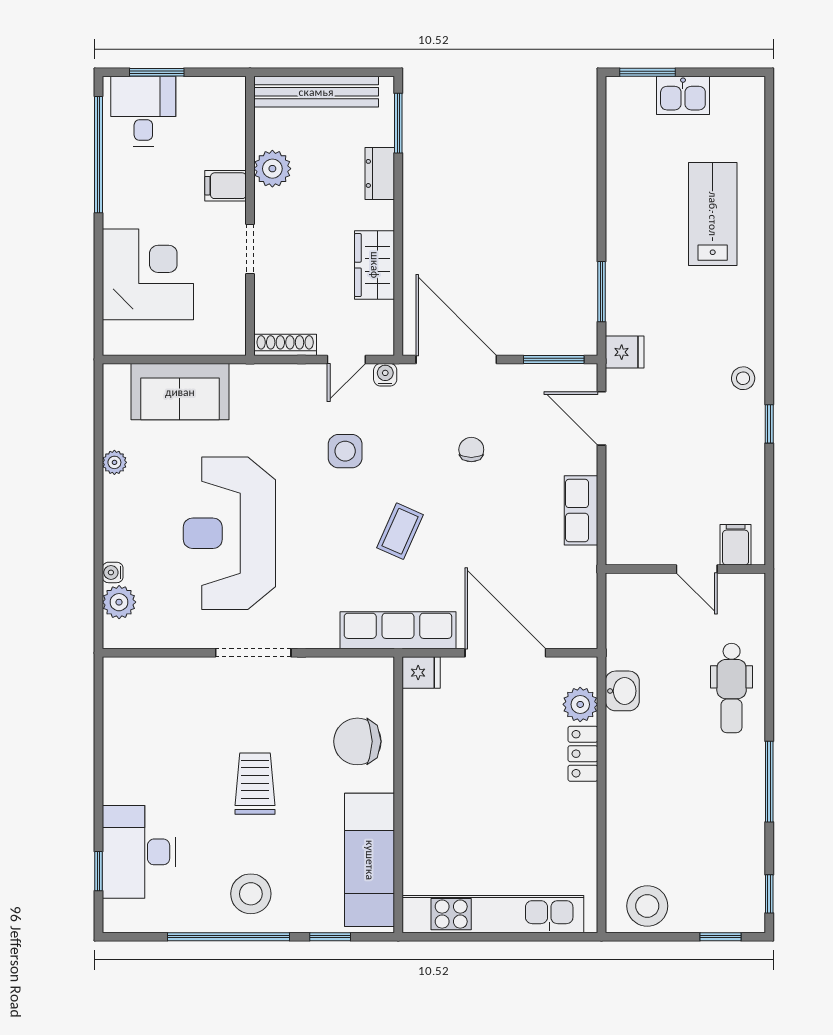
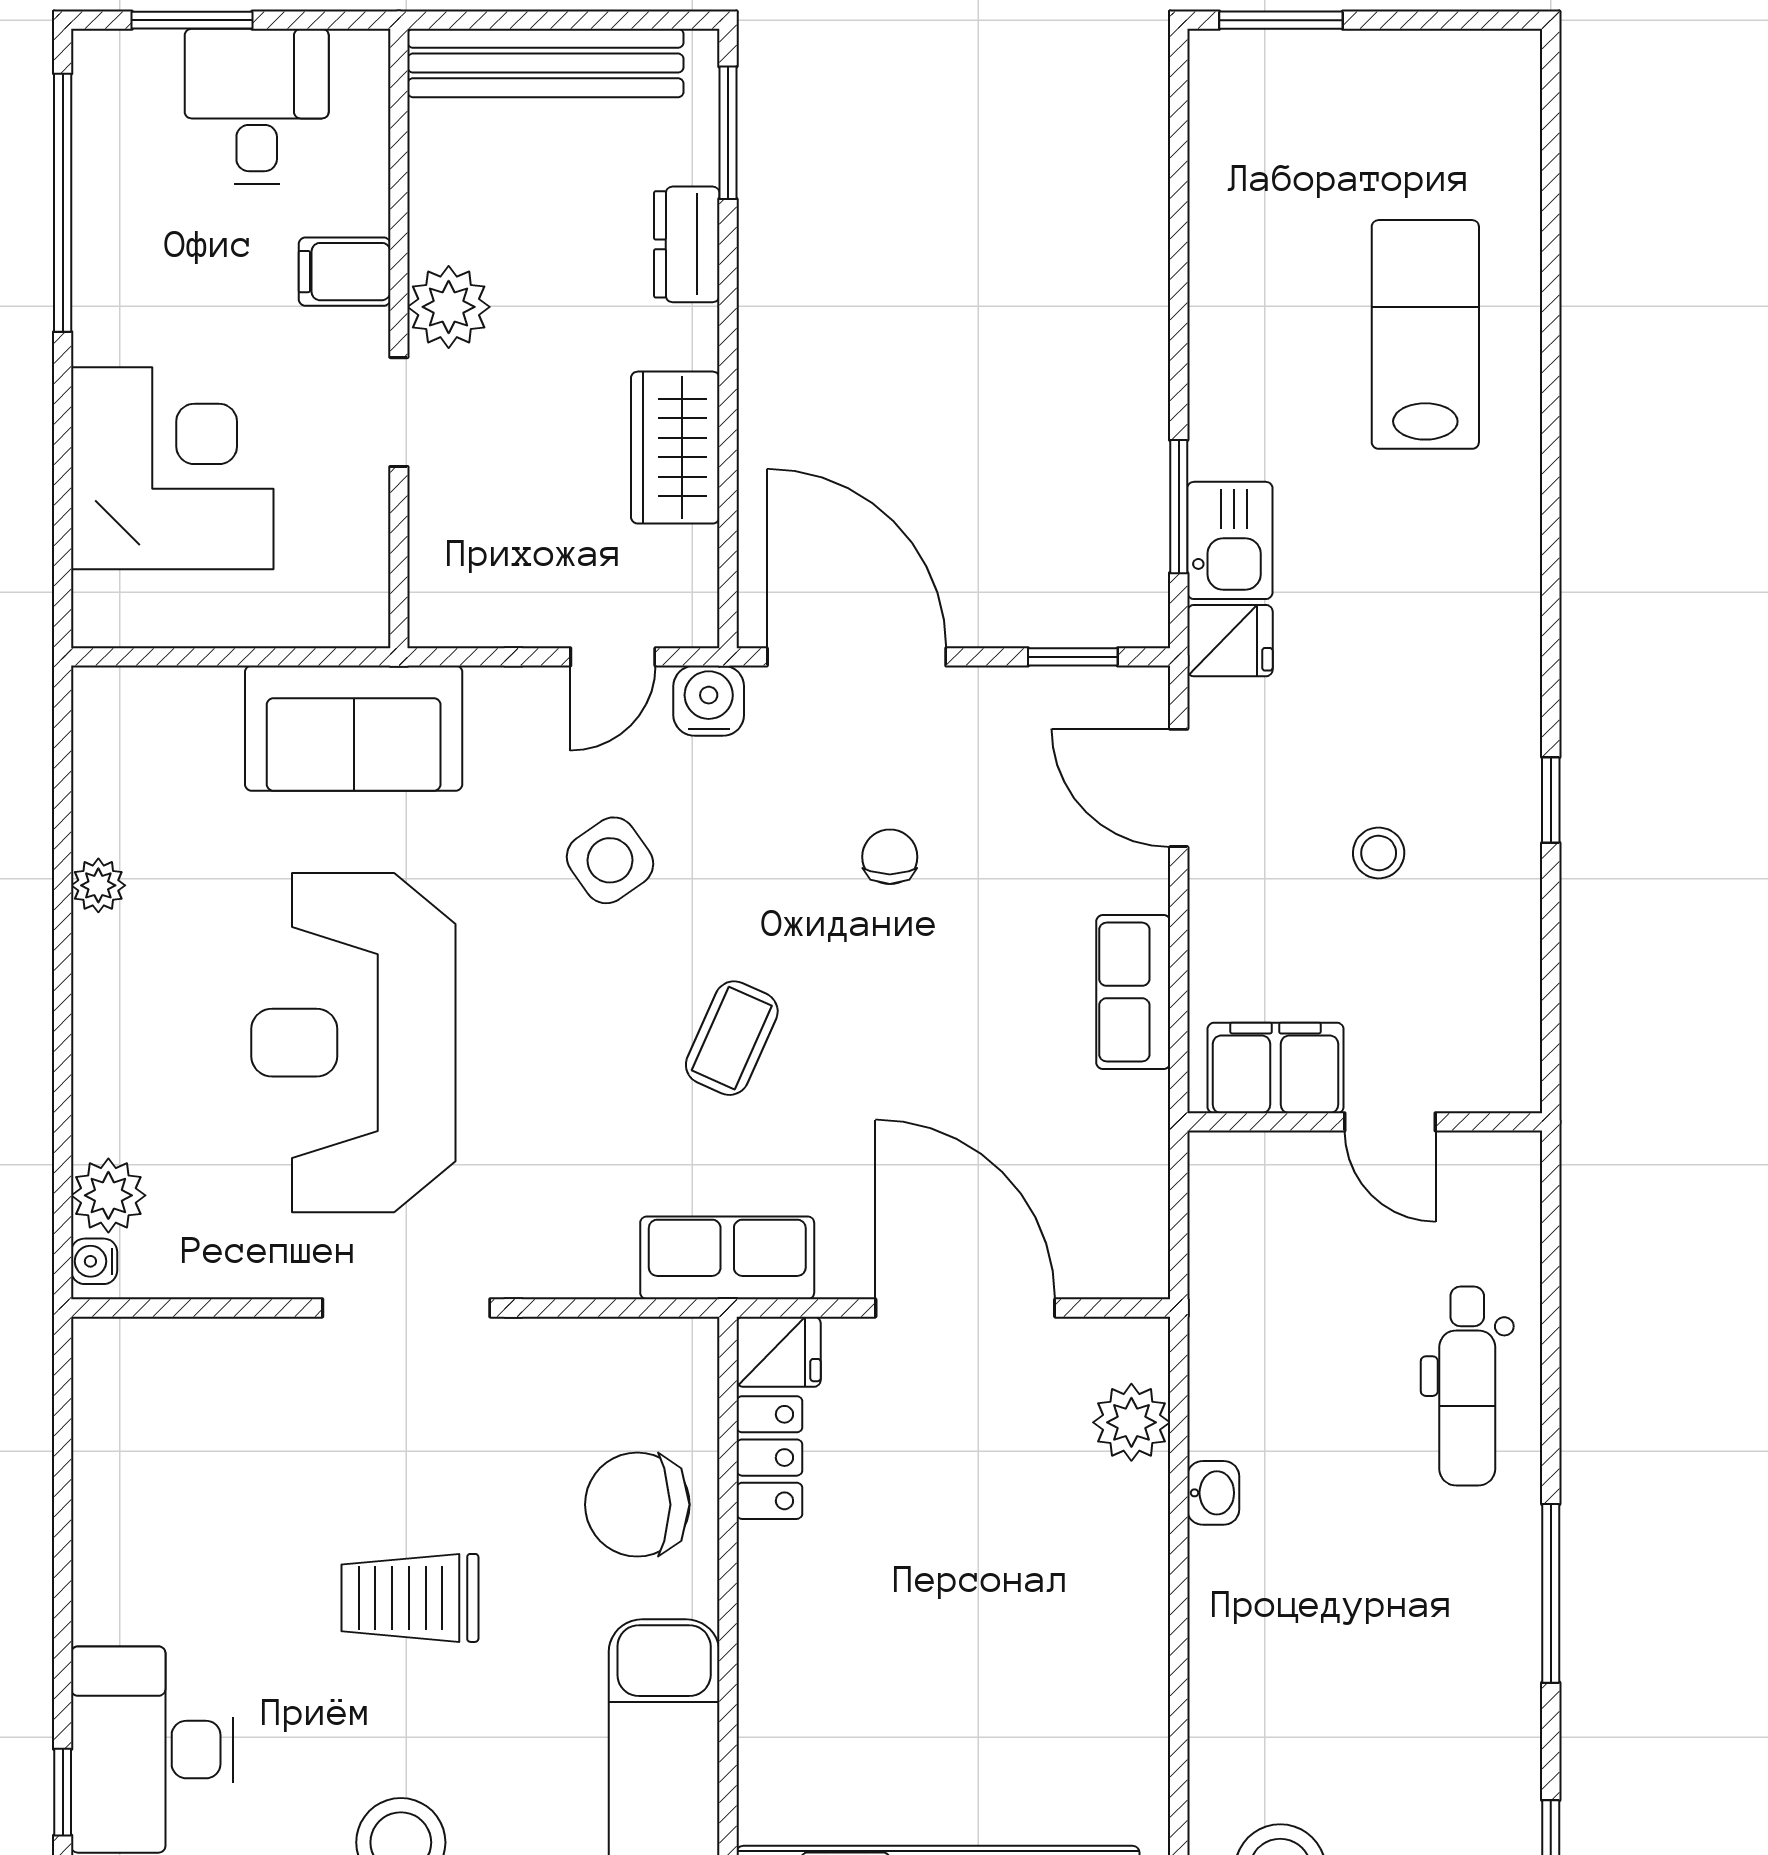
kitchen sink: (683, 95) -> (1230, 540), moved, turned -90
desk: (143, 111) -> (257, 106), moved
plant: (272, 169) -> (449, 307), moved
shoe rack: (285, 345) -> (477, 625), removed
window: (554, 359) -> (1073, 657), width x0.67
water cooler: (385, 375) -> (709, 701), width x1.38, depth x1.38
stool: (743, 378) -> (1379, 853), moved
sofa: (180, 392) -> (354, 728), moved
side table: (345, 451) -> (610, 860), turned -35
filing cabinet: (736, 545) -> (1276, 1068), moved, width x2.00
water cooler: (113, 572) -> (94, 1261), moved
row of seats: (398, 630) -> (727, 1258), width x0.68
washbasin: (622, 691) -> (1213, 1493), moved, width x0.72, depth x0.69
locker: (583, 754) -> (769, 1458), moved, turned 180
trolley: (255, 784) -> (410, 1598), turned -90

